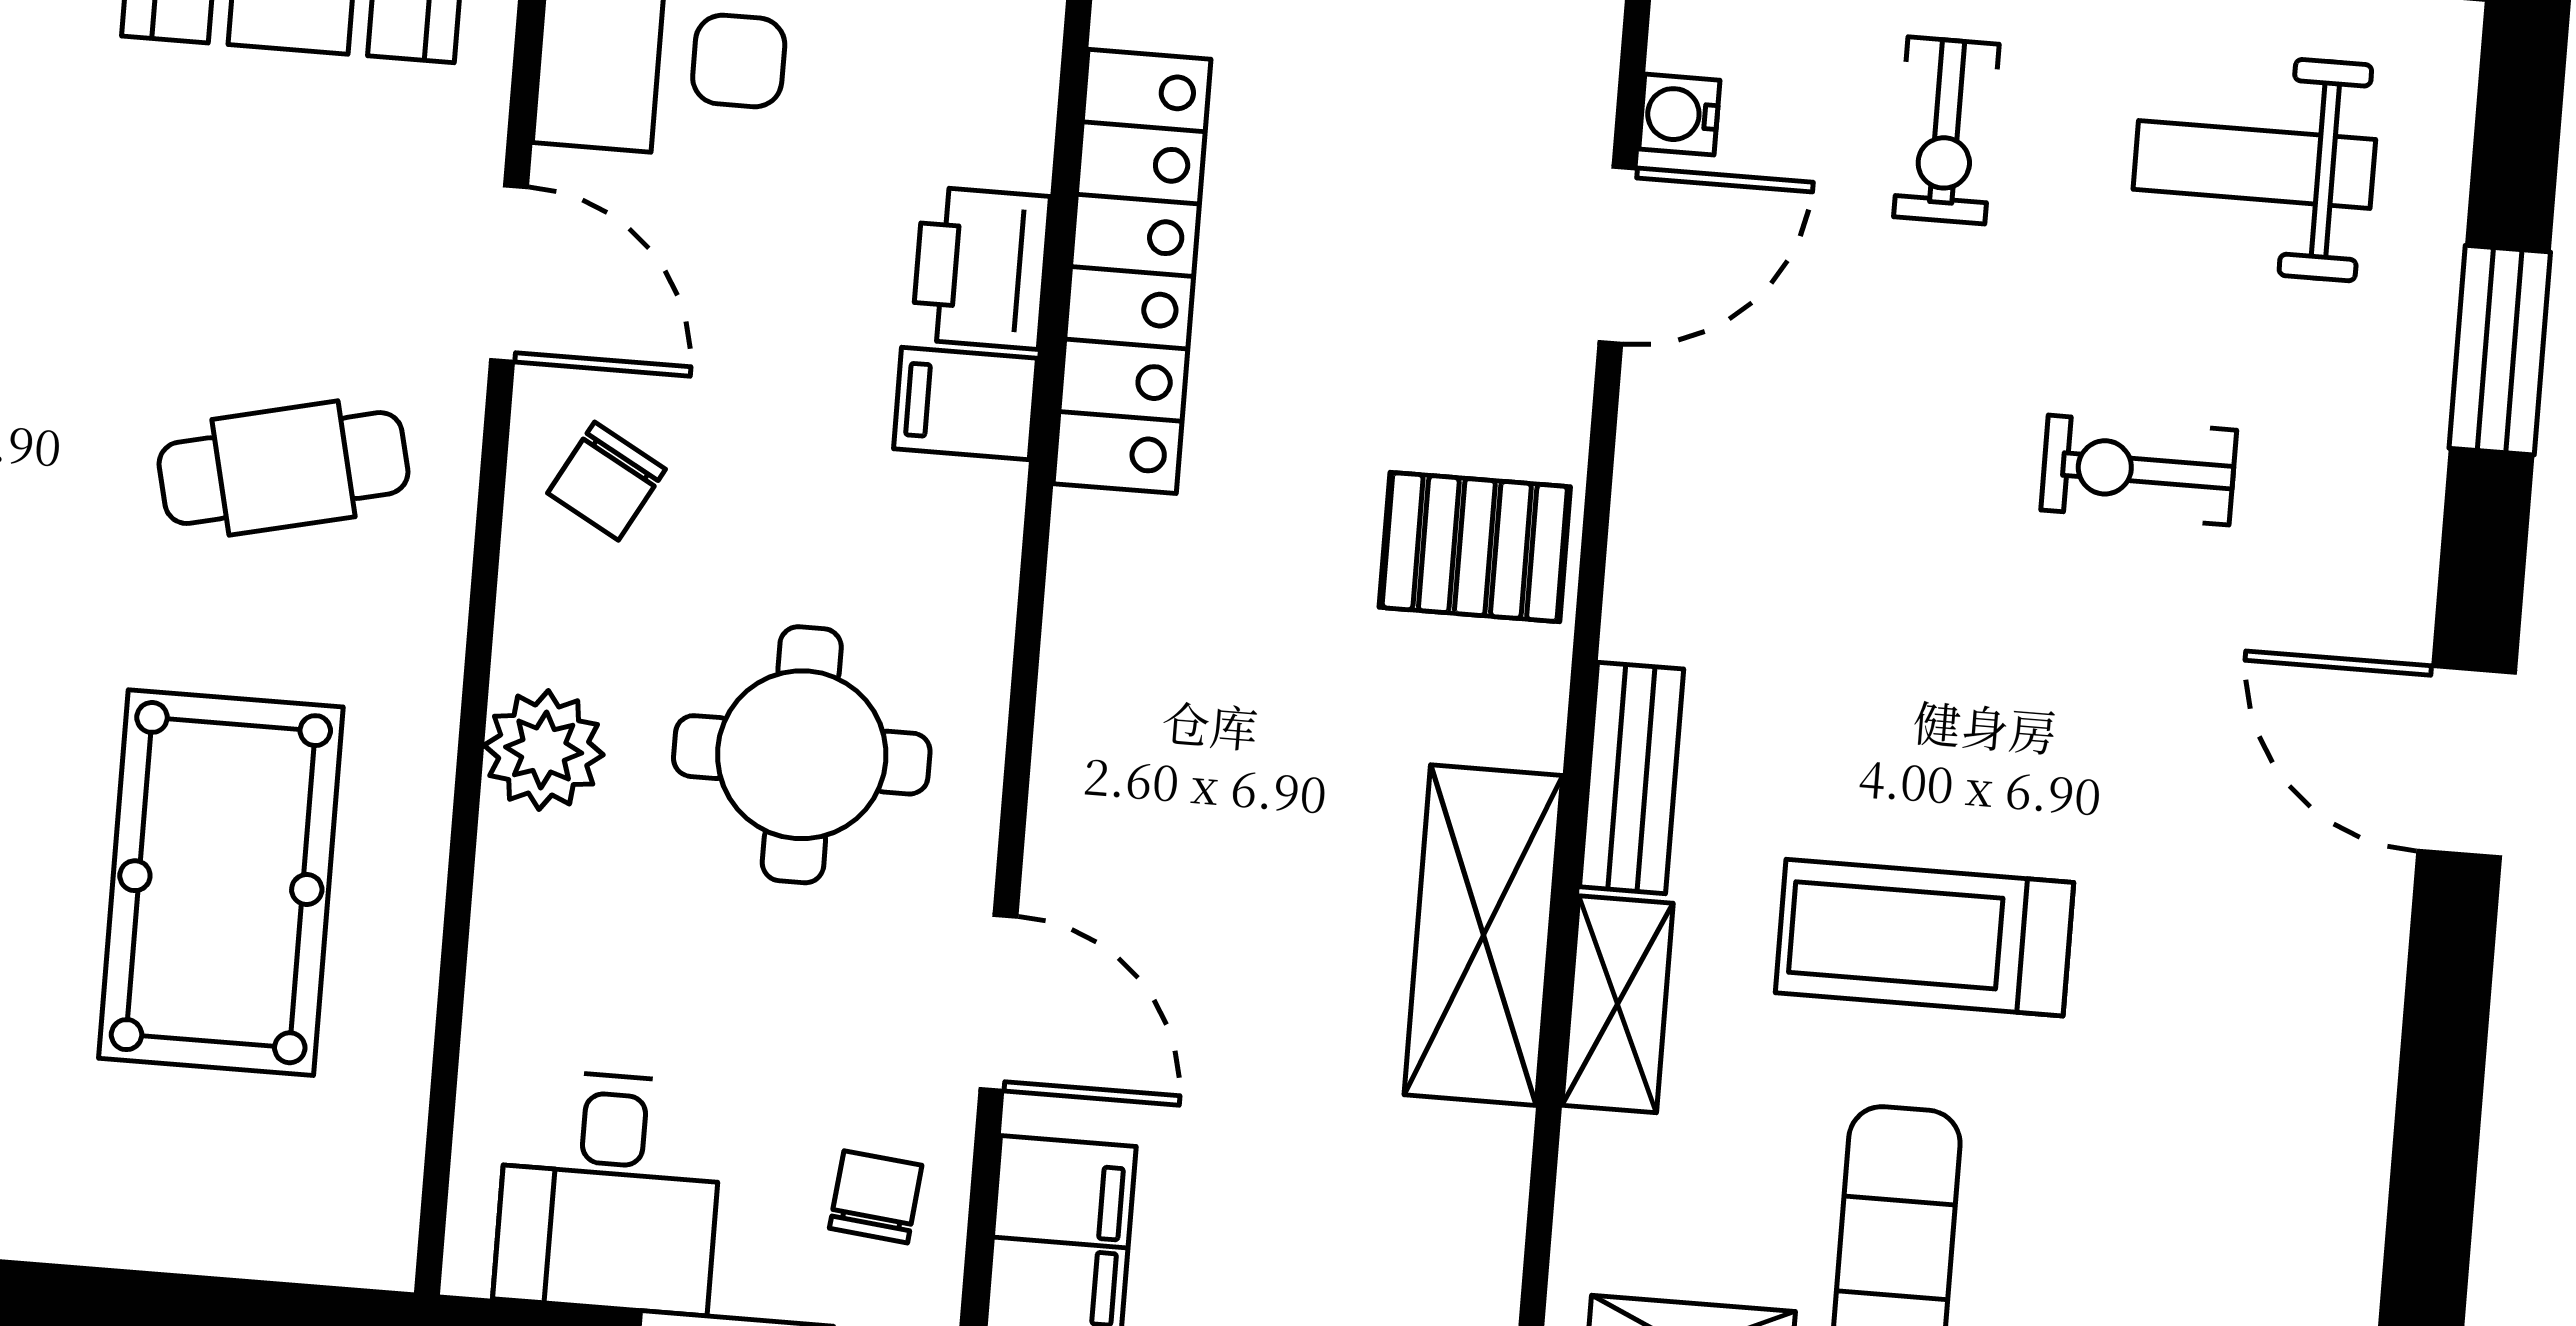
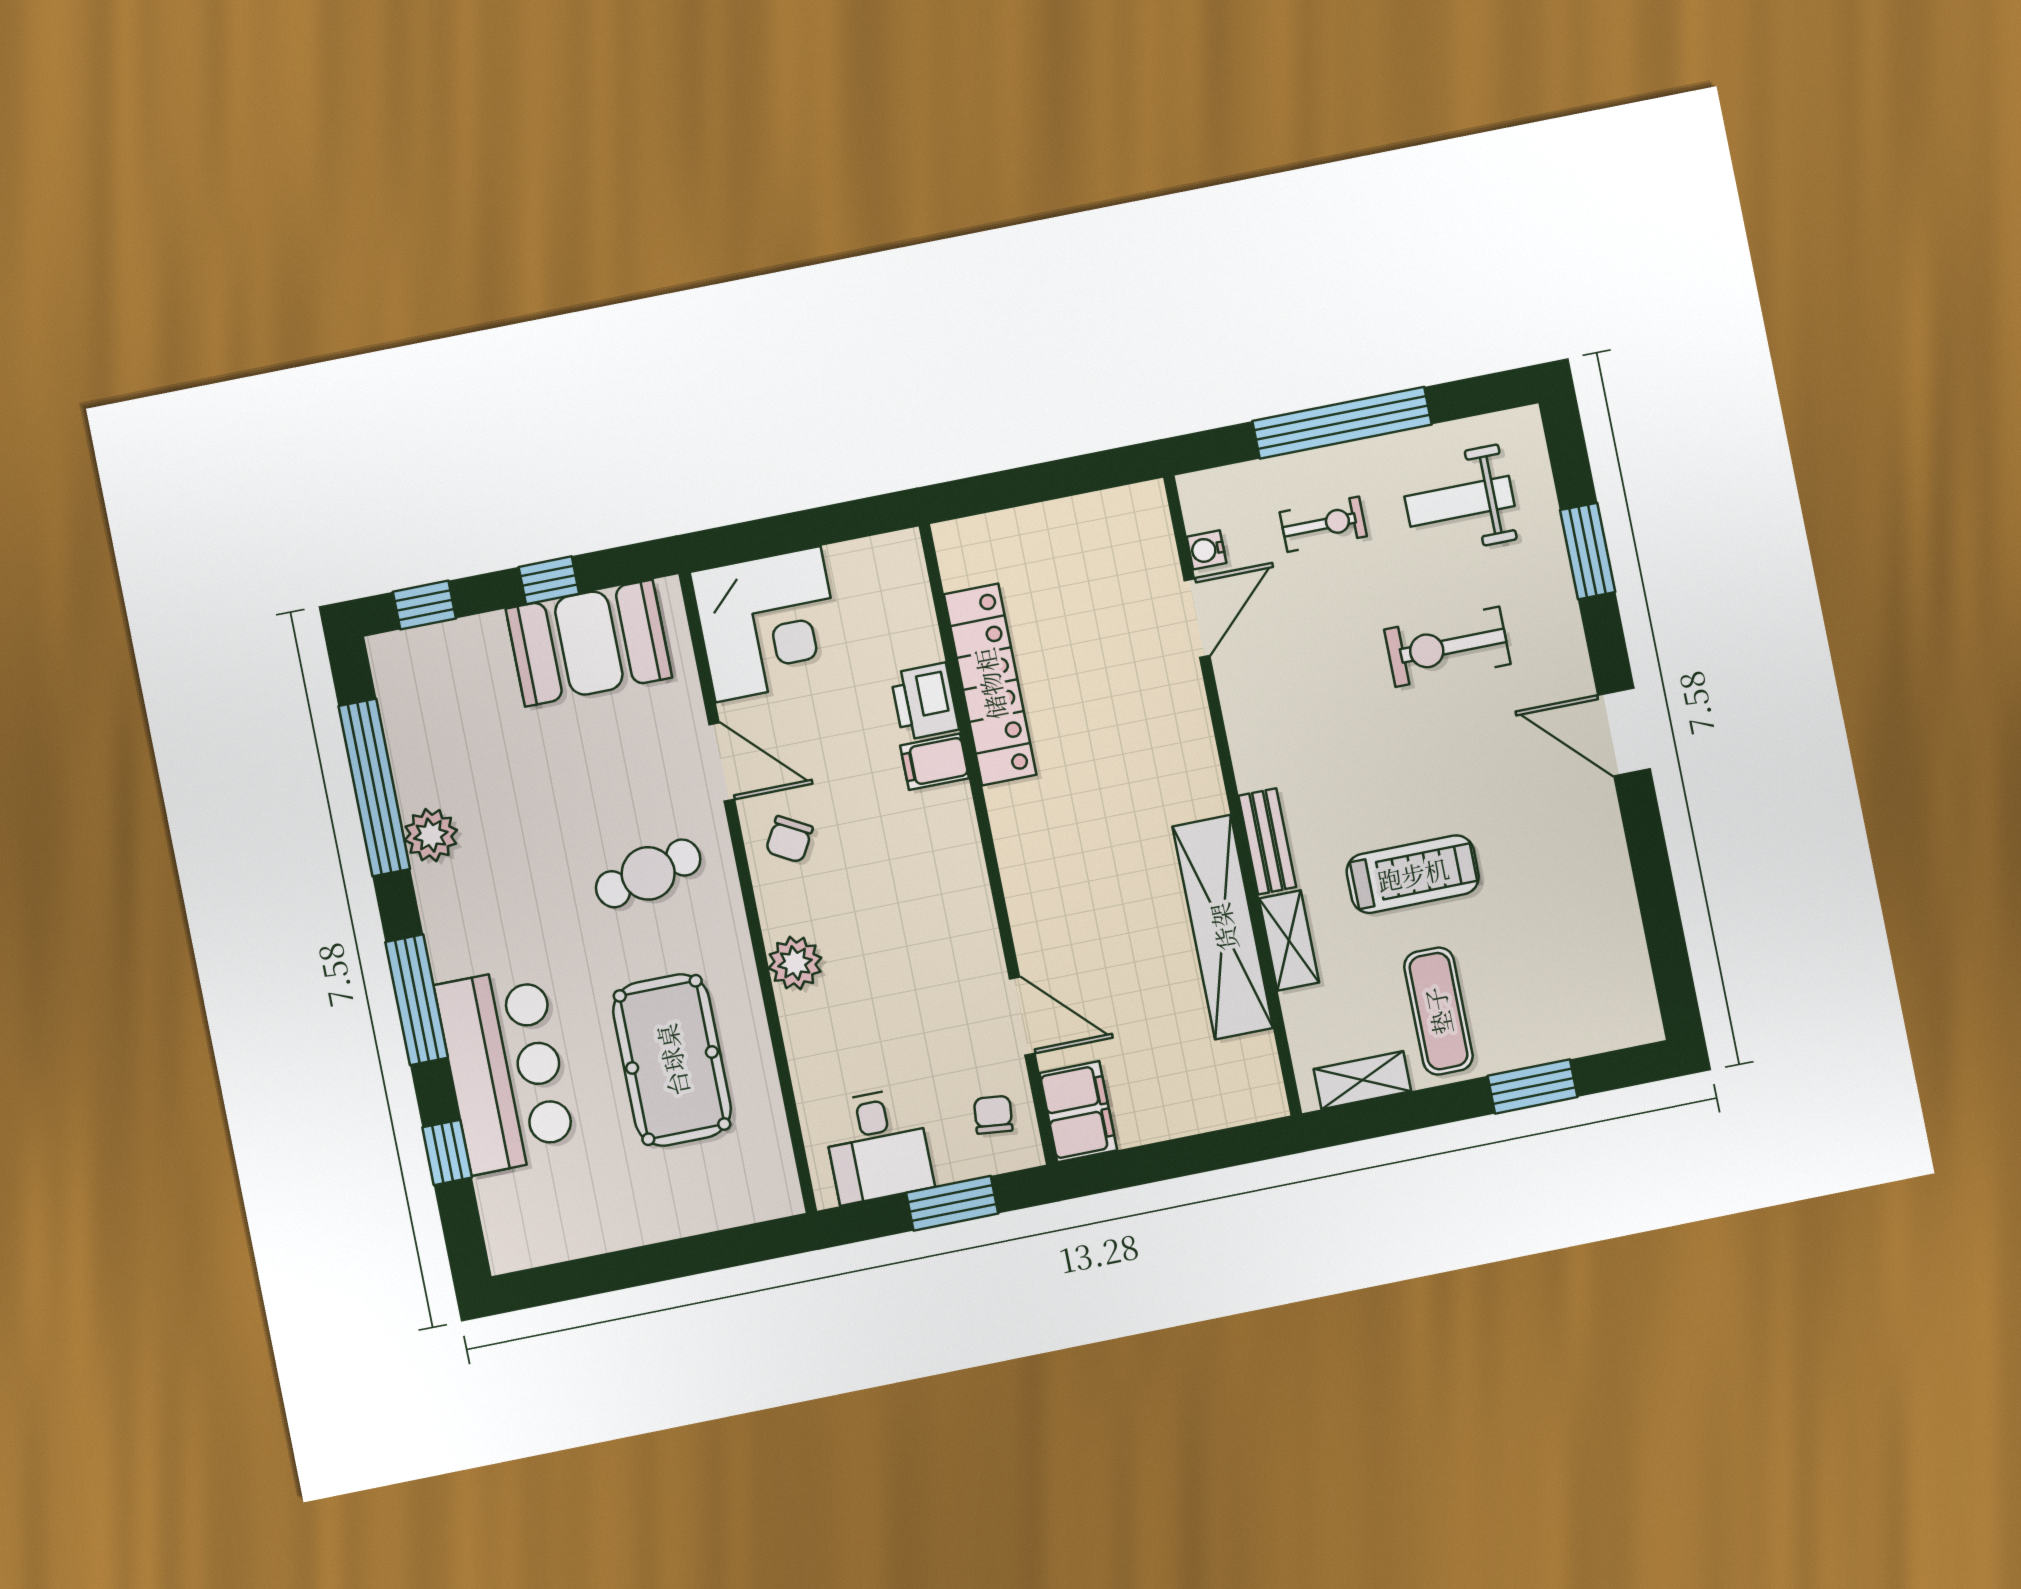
exercise bike: (1946, 130) -> (1323, 524), turned -90
exercise bike: (2139, 470) -> (1447, 647), width x1.38, depth x1.39
pallet: (1475, 547) -> (1172, 761), removed
round table: (802, 755) -> (907, 933), removed
shelving: (1483, 935) -> (1223, 927), width x1.47
treadmill: (1924, 938) -> (1413, 874), turned 180

